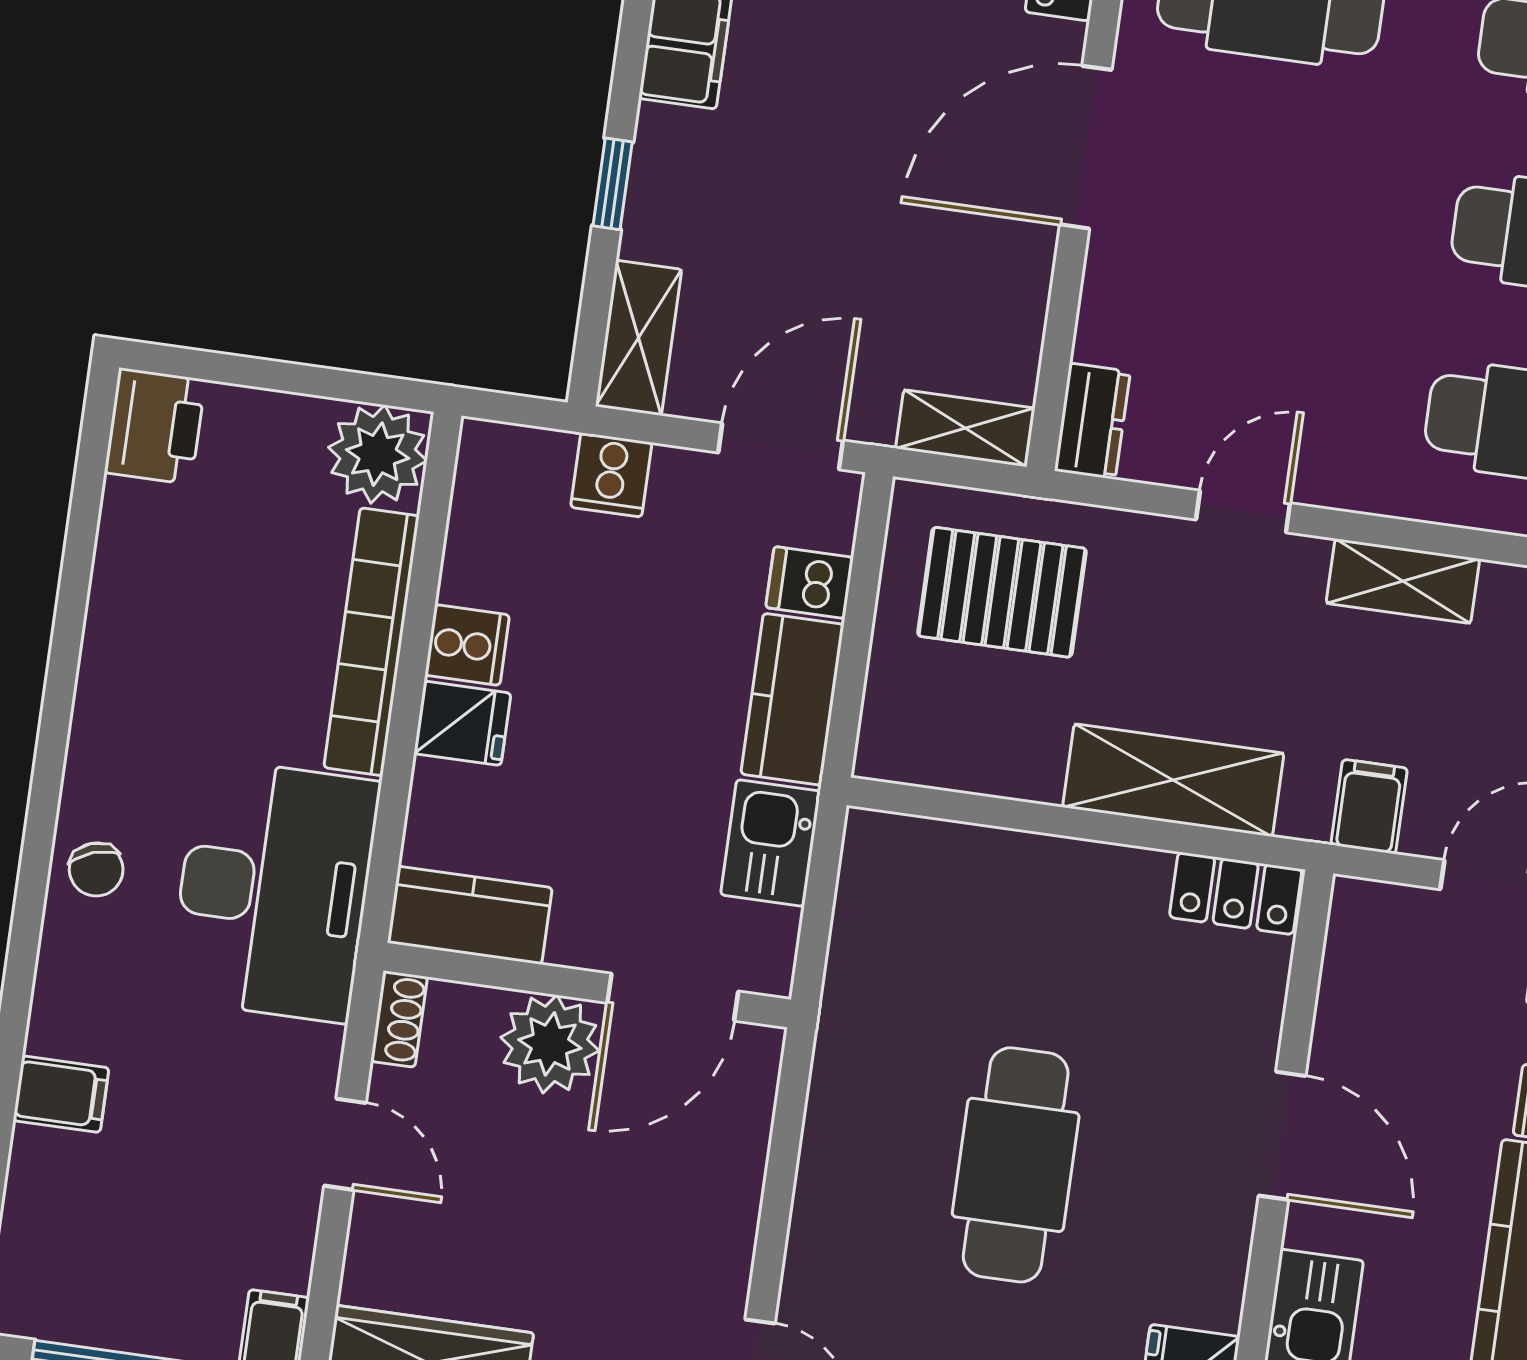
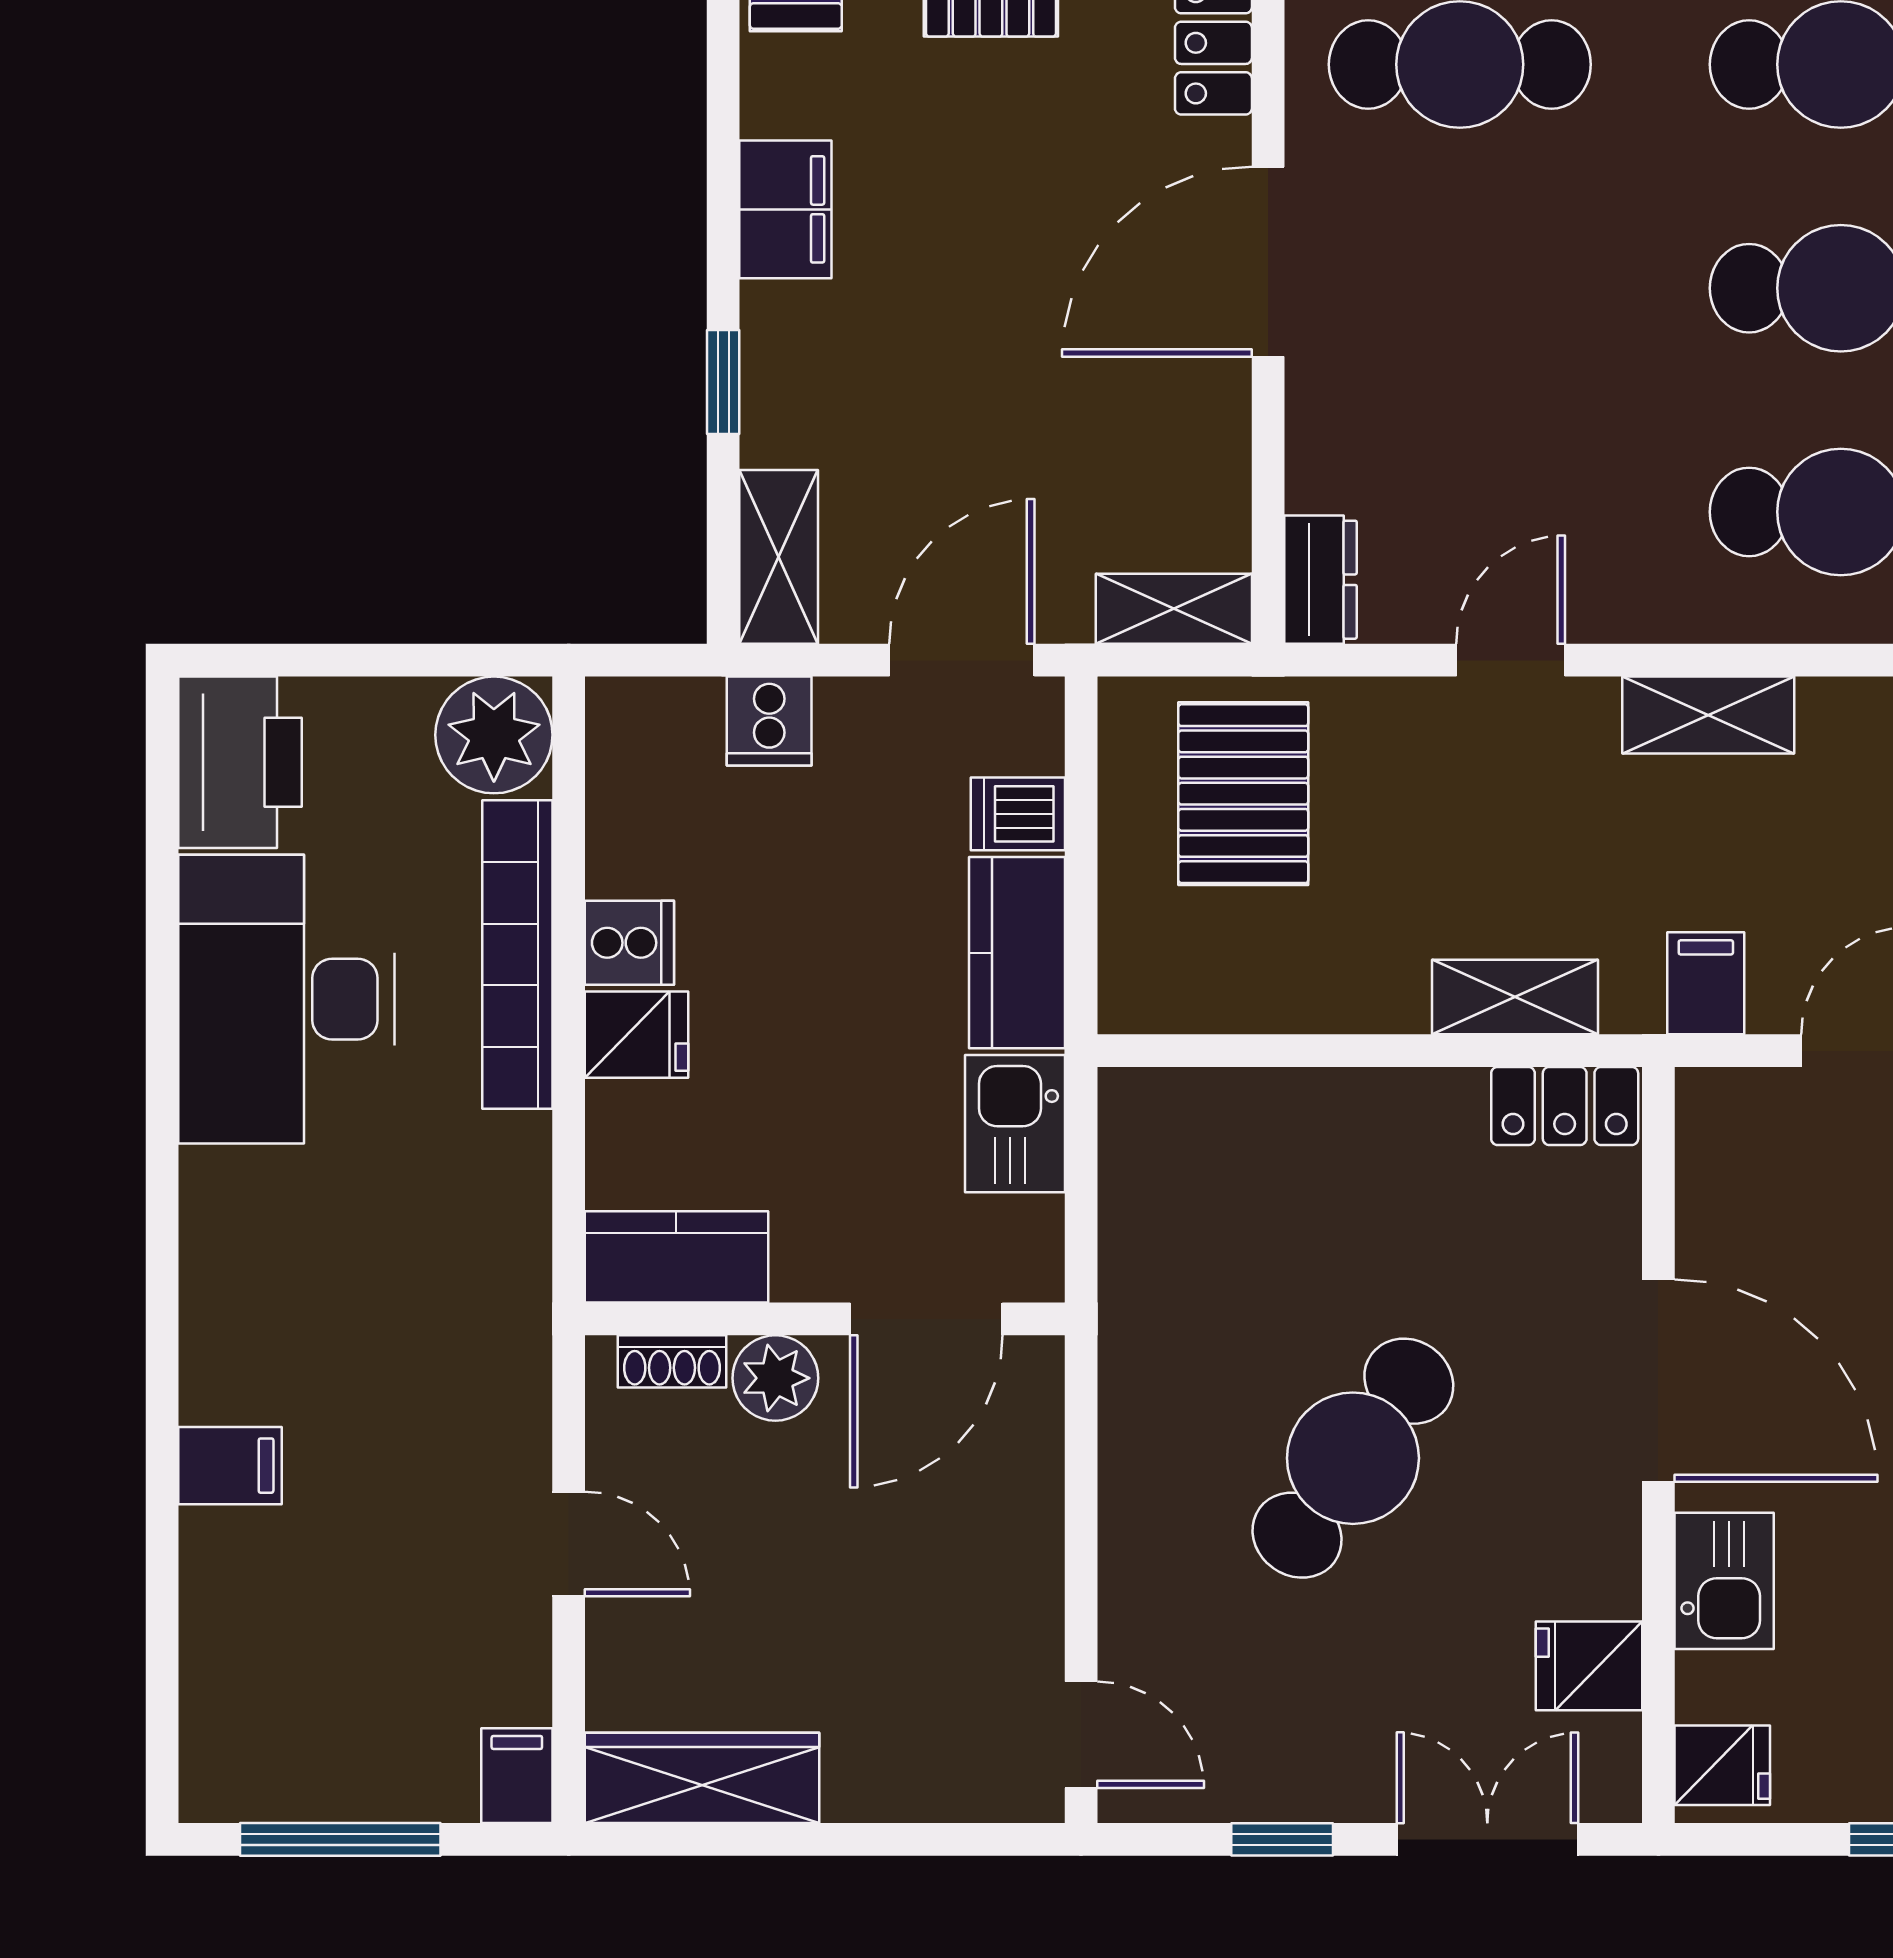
printer: (155, 426) -> (240, 762), width x1.37, depth x1.19
pallet: (1002, 592) -> (1243, 794), turned 90
shelving: (1173, 780) -> (1515, 997), width x0.67, depth x0.75
chair: (96, 869) -> (234, 1265), removed
desk: (274, 890) -> (287, 999), moved, turned 180
shoe rack: (399, 1019) -> (672, 1361), moved, turned 90
plant: (550, 1044) -> (775, 1378), width x0.73, depth x0.73
filing cabinet: (61, 1094) -> (230, 1466), moved
door: (1282, 1136) -> (1658, 1381), width x1.36
cafe table: (1016, 1165) -> (1353, 1458), turned 36

